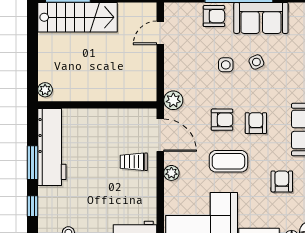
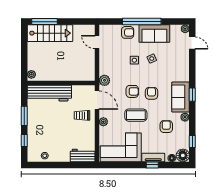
door: (160, 33) -> (97, 42), hinge flipped
workbench: (52, 147) -> (49, 93), moved, turned 90

